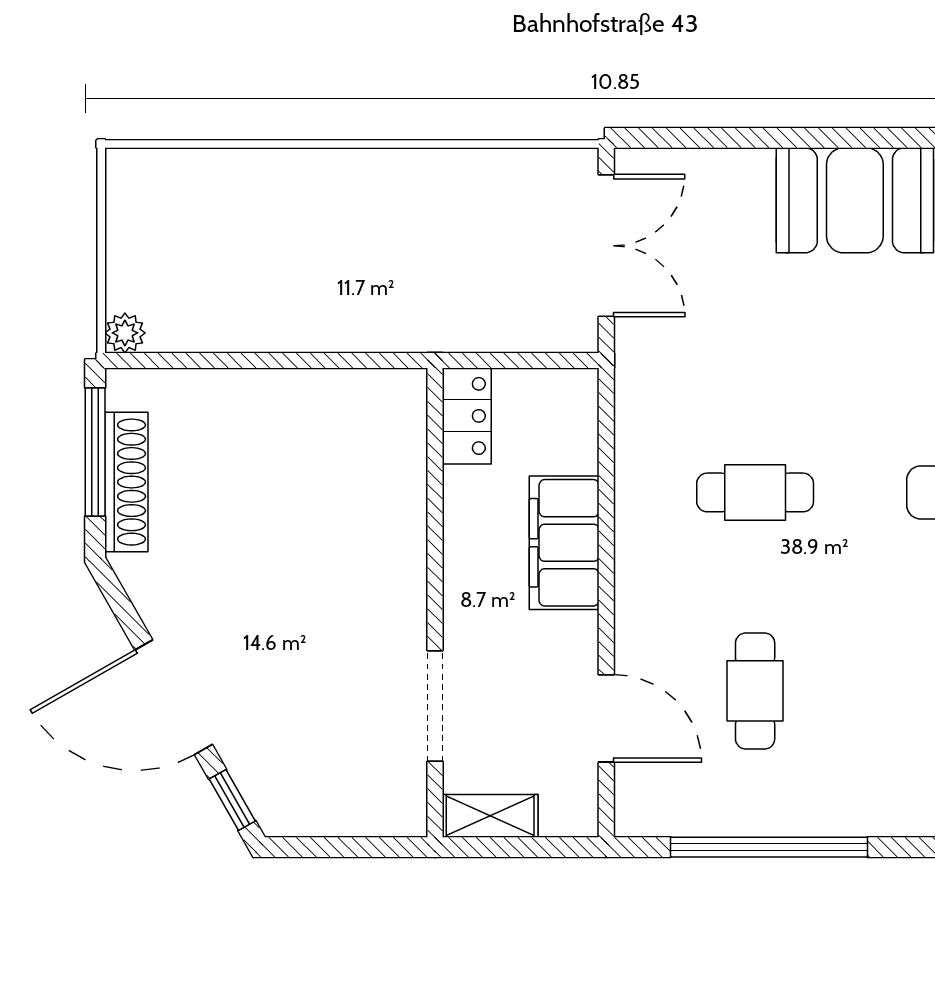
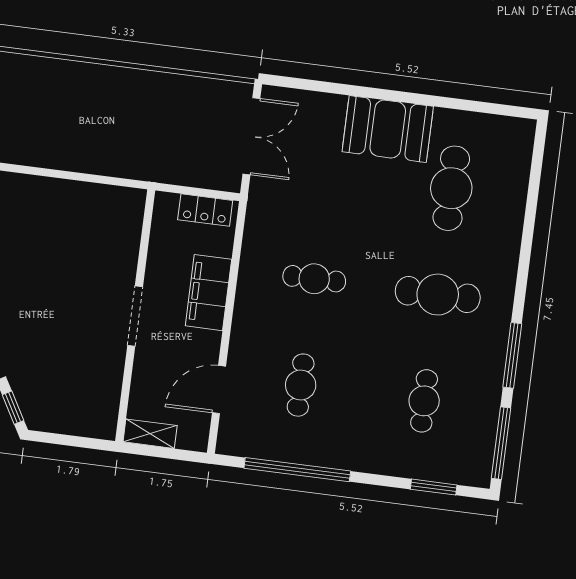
locker: (467, 416) -> (205, 210), moved, turned 90
doorway: (435, 706) -> (135, 316), moved
door: (606, 718) -> (219, 390), swing flipped

